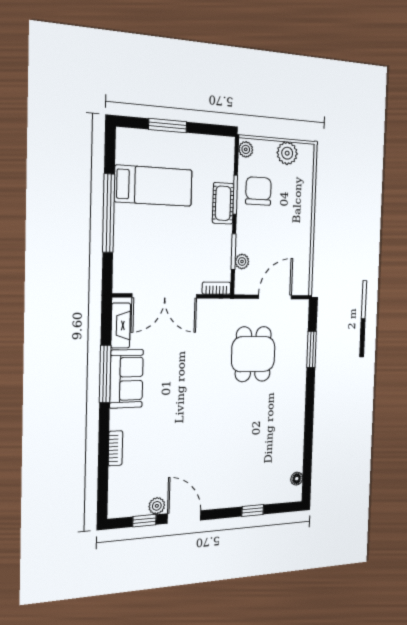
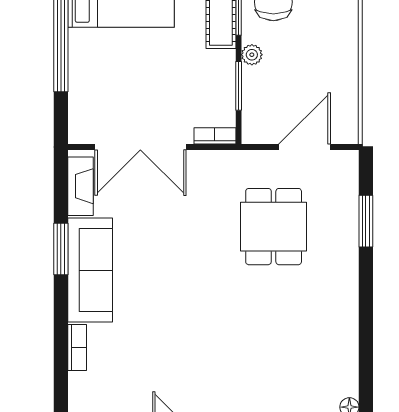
plant: (242, 261) -> (252, 55), moved
window: (105, 374) -> (61, 249), width x0.69
sofa: (126, 379) -> (90, 270), width x1.36

